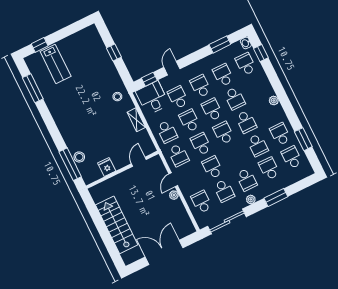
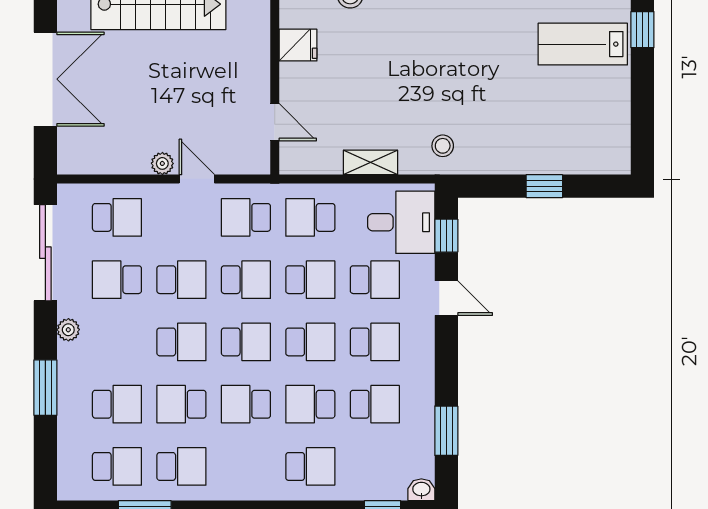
school desk: (246, 64) -> (310, 466), moved
plant: (274, 100) -> (263, 489), removed
school desk: (247, 180) -> (181, 342), moved, turned 180

